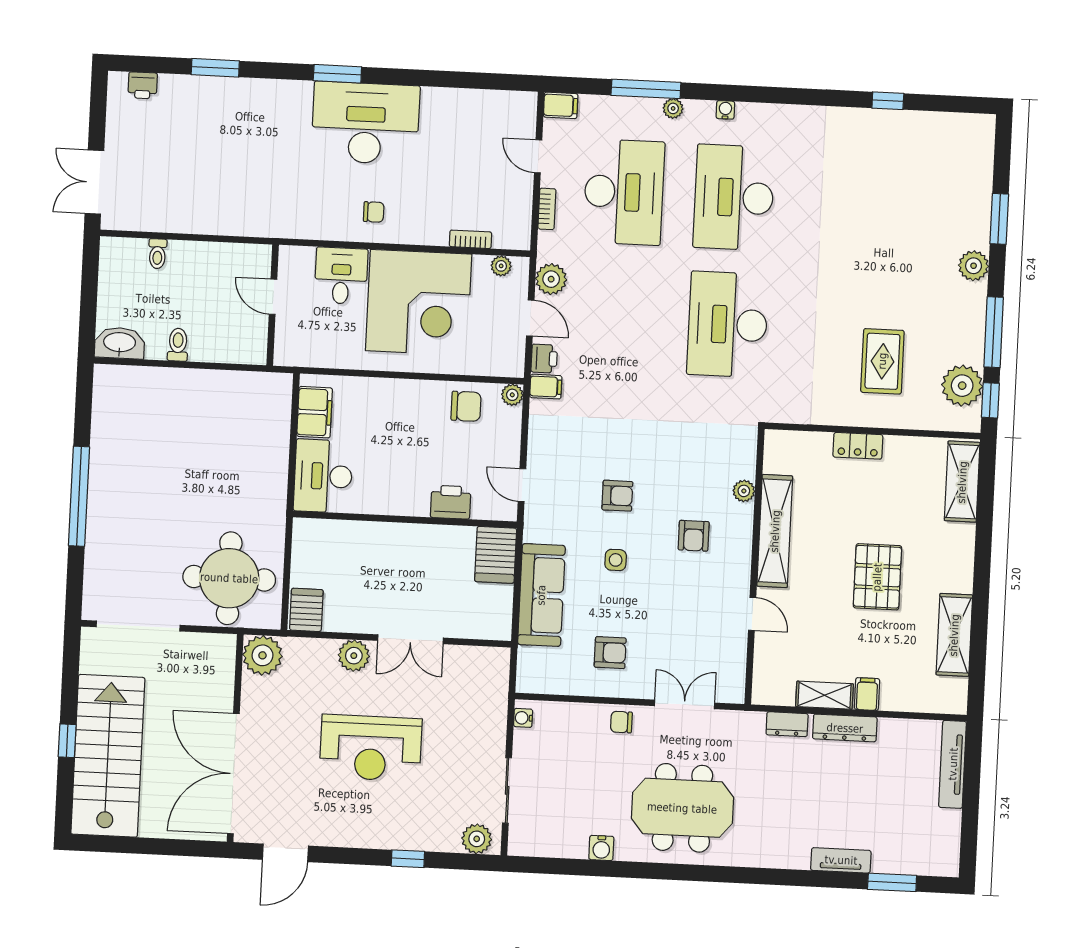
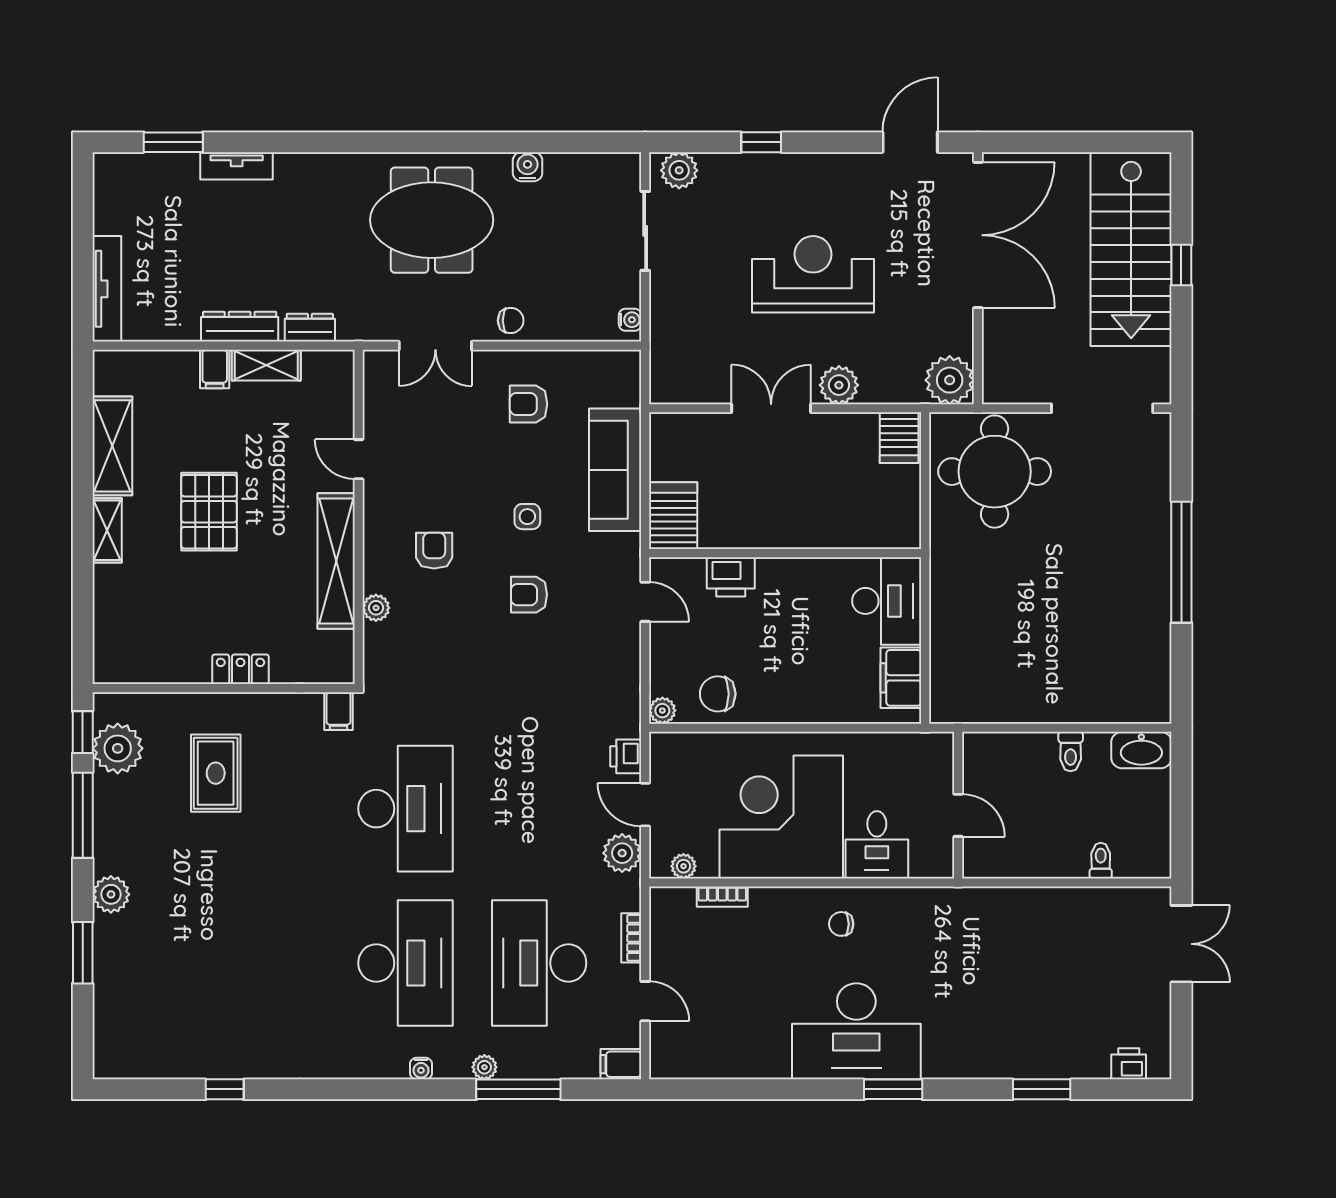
filing cabinet: (546, 387) -> (338, 711), moved, turned -90
shelving: (962, 482) -> (107, 530), moved, width x0.67, depth x0.75

